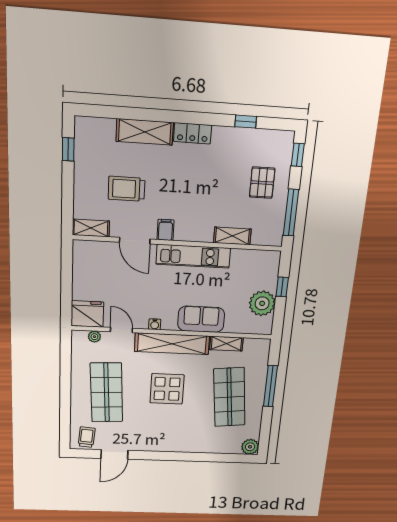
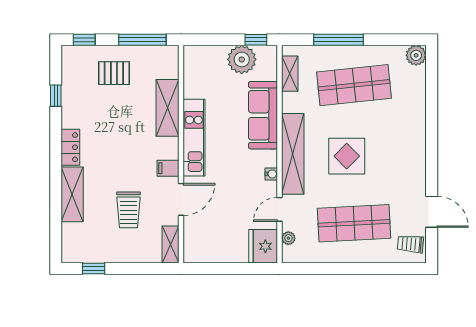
shelving: (232, 236) -> (167, 108), width x1.50, depth x1.33
window: (282, 287) -> (256, 40), moved
sofa: (201, 319) -> (263, 115), width x1.36
shelving: (226, 344) -> (290, 74), moved

